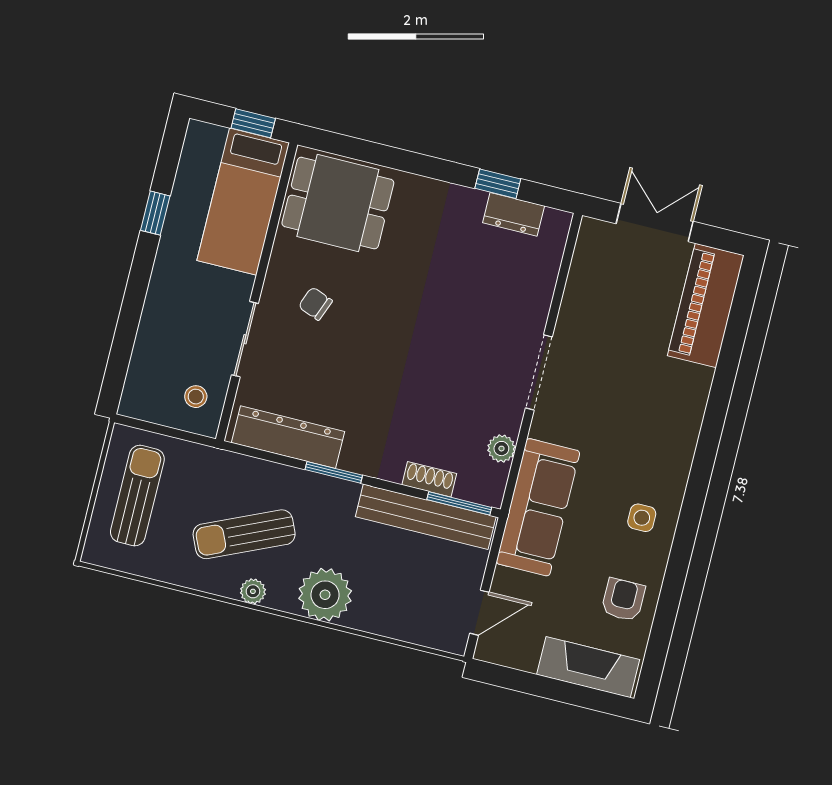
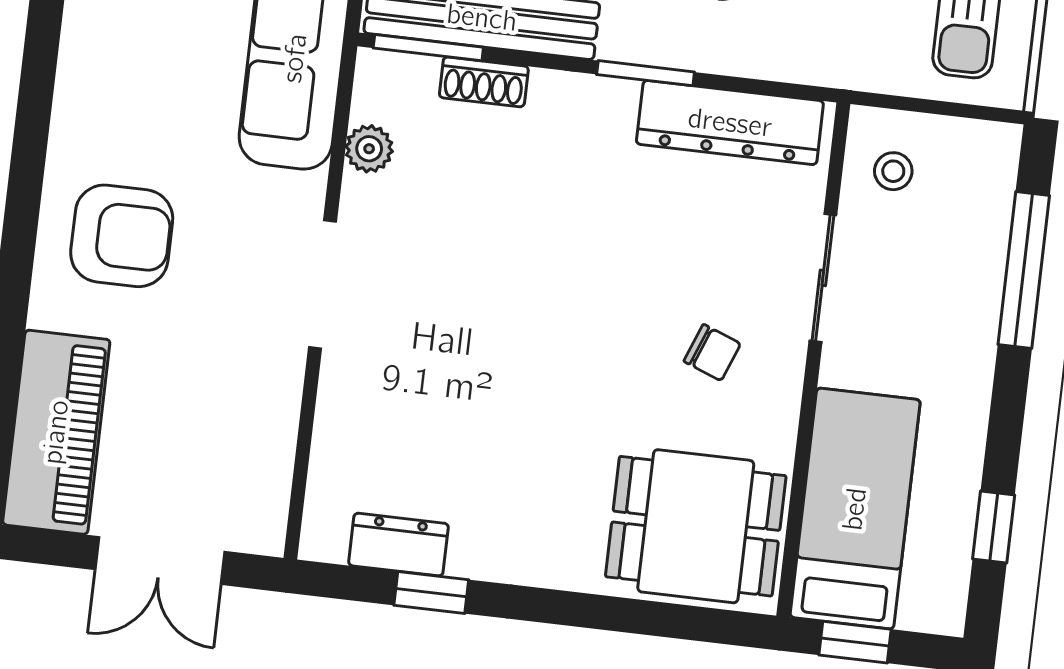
window: (155, 213) -> (994, 527), moved
window: (127, 329) -> (1024, 270), added
armchair: (653, 416) -> (122, 236), added
side table: (642, 518) -> (119, 62), removed

